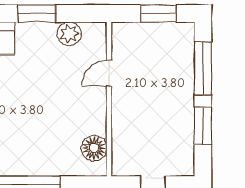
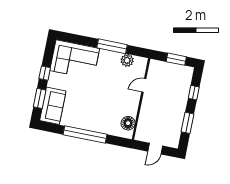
window: (37, 14) -> (112, 46), width x1.44
window: (203, 68) -> (194, 93), width x0.46

